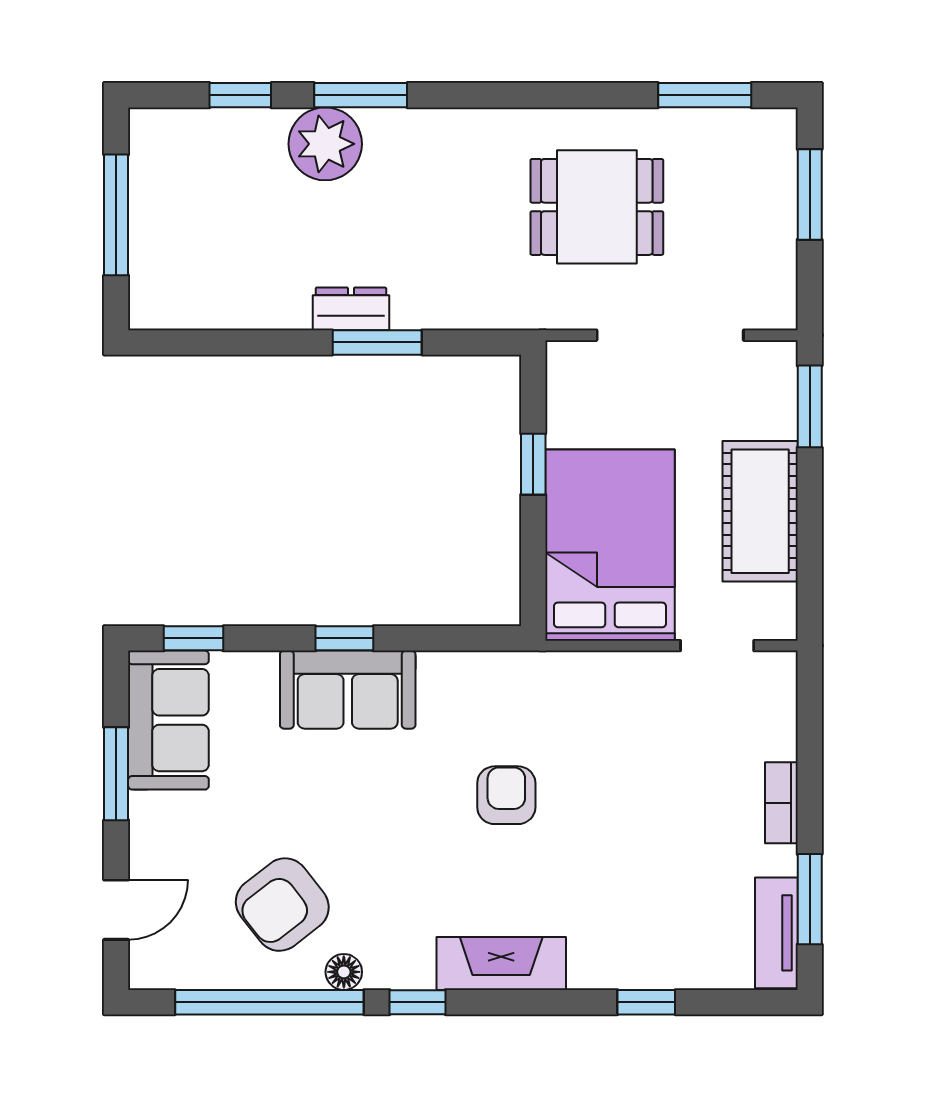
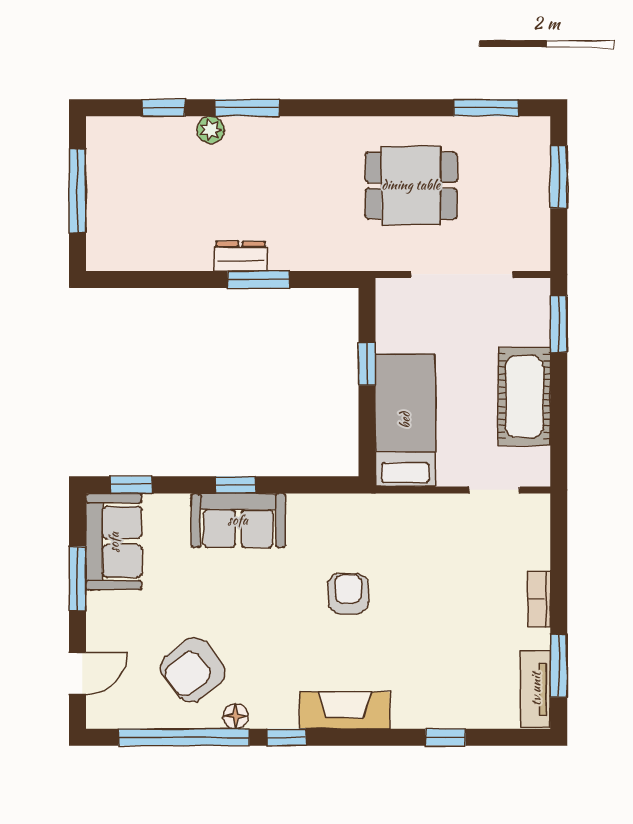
plant: (325, 144) -> (211, 130), width x0.53, depth x0.53
bed: (610, 545) -> (405, 420), width x0.67

